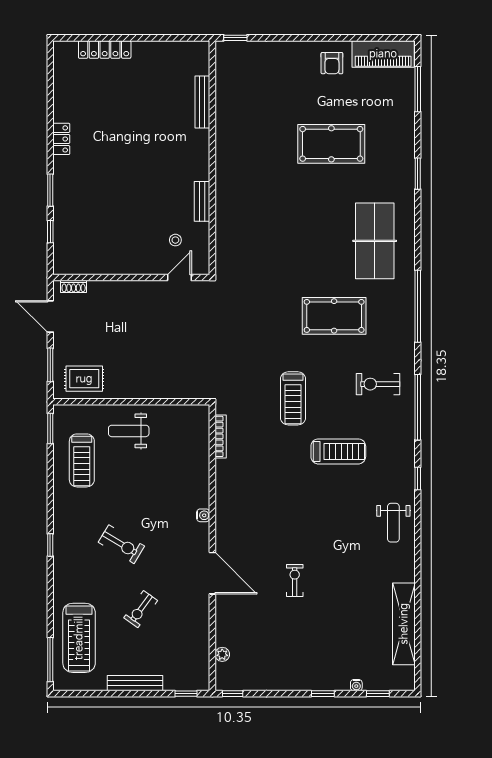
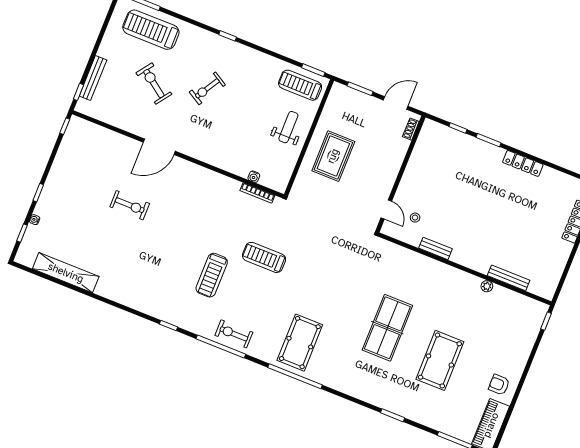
locker: (61, 139) -> (523, 163), width x1.53
table tennis table: (375, 241) -> (387, 328), moved, turned 90
pool table: (334, 316) -> (300, 343), moved
rug: (84, 379) -> (333, 156), moved, width x1.36, depth x1.43
exercise bike: (378, 384) -> (234, 334), moved, turned -90
treadmill: (82, 460) -> (300, 85), moved
water cooler: (203, 515) -> (254, 177), moved
weight bench: (393, 523) -> (143, 295), removed
exercise bike: (295, 580) -> (130, 205), width x1.38, depth x1.39
exercise bike: (141, 609) -> (154, 83), width x1.38, depth x1.39
plant: (222, 654) -> (487, 286), moved
bench: (135, 683) -> (93, 78), moved

